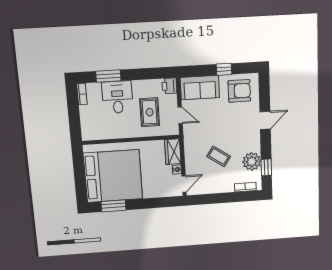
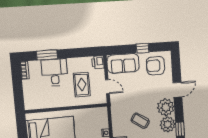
armchair: (239, 91) -> (156, 66), turned 180
plant: (250, 141) -> (166, 107), added
wardrobe: (173, 152) -> (102, 118), removed

